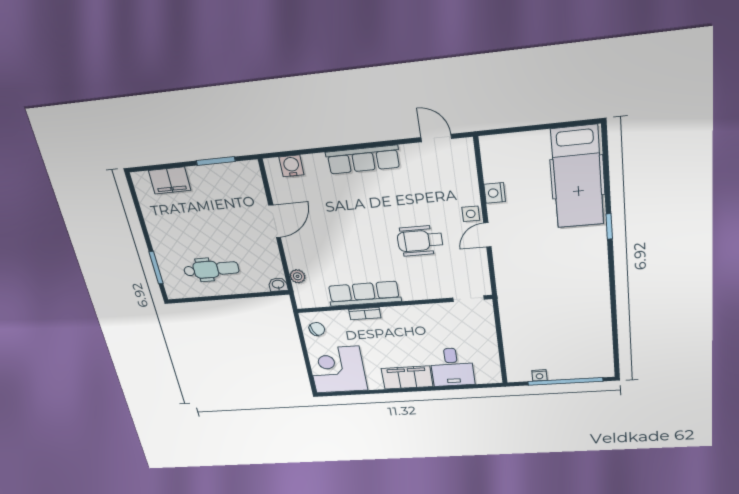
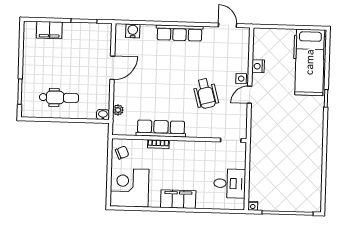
wheelchair: (420, 241) -> (206, 93), turned -105
desk: (452, 367) -> (230, 183), moved, turned -90
nightstand: (539, 375) -> (253, 206), moved

